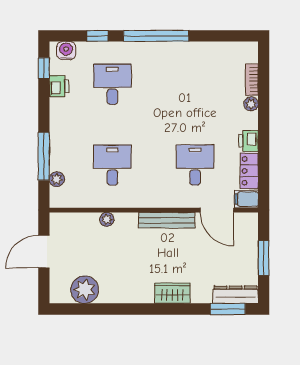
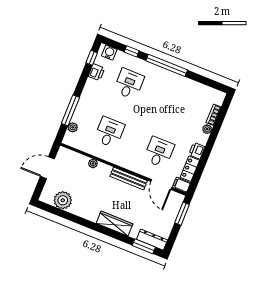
window: (264, 258) -> (182, 214), moved
wardrobe: (172, 293) -> (114, 224), width x1.50

